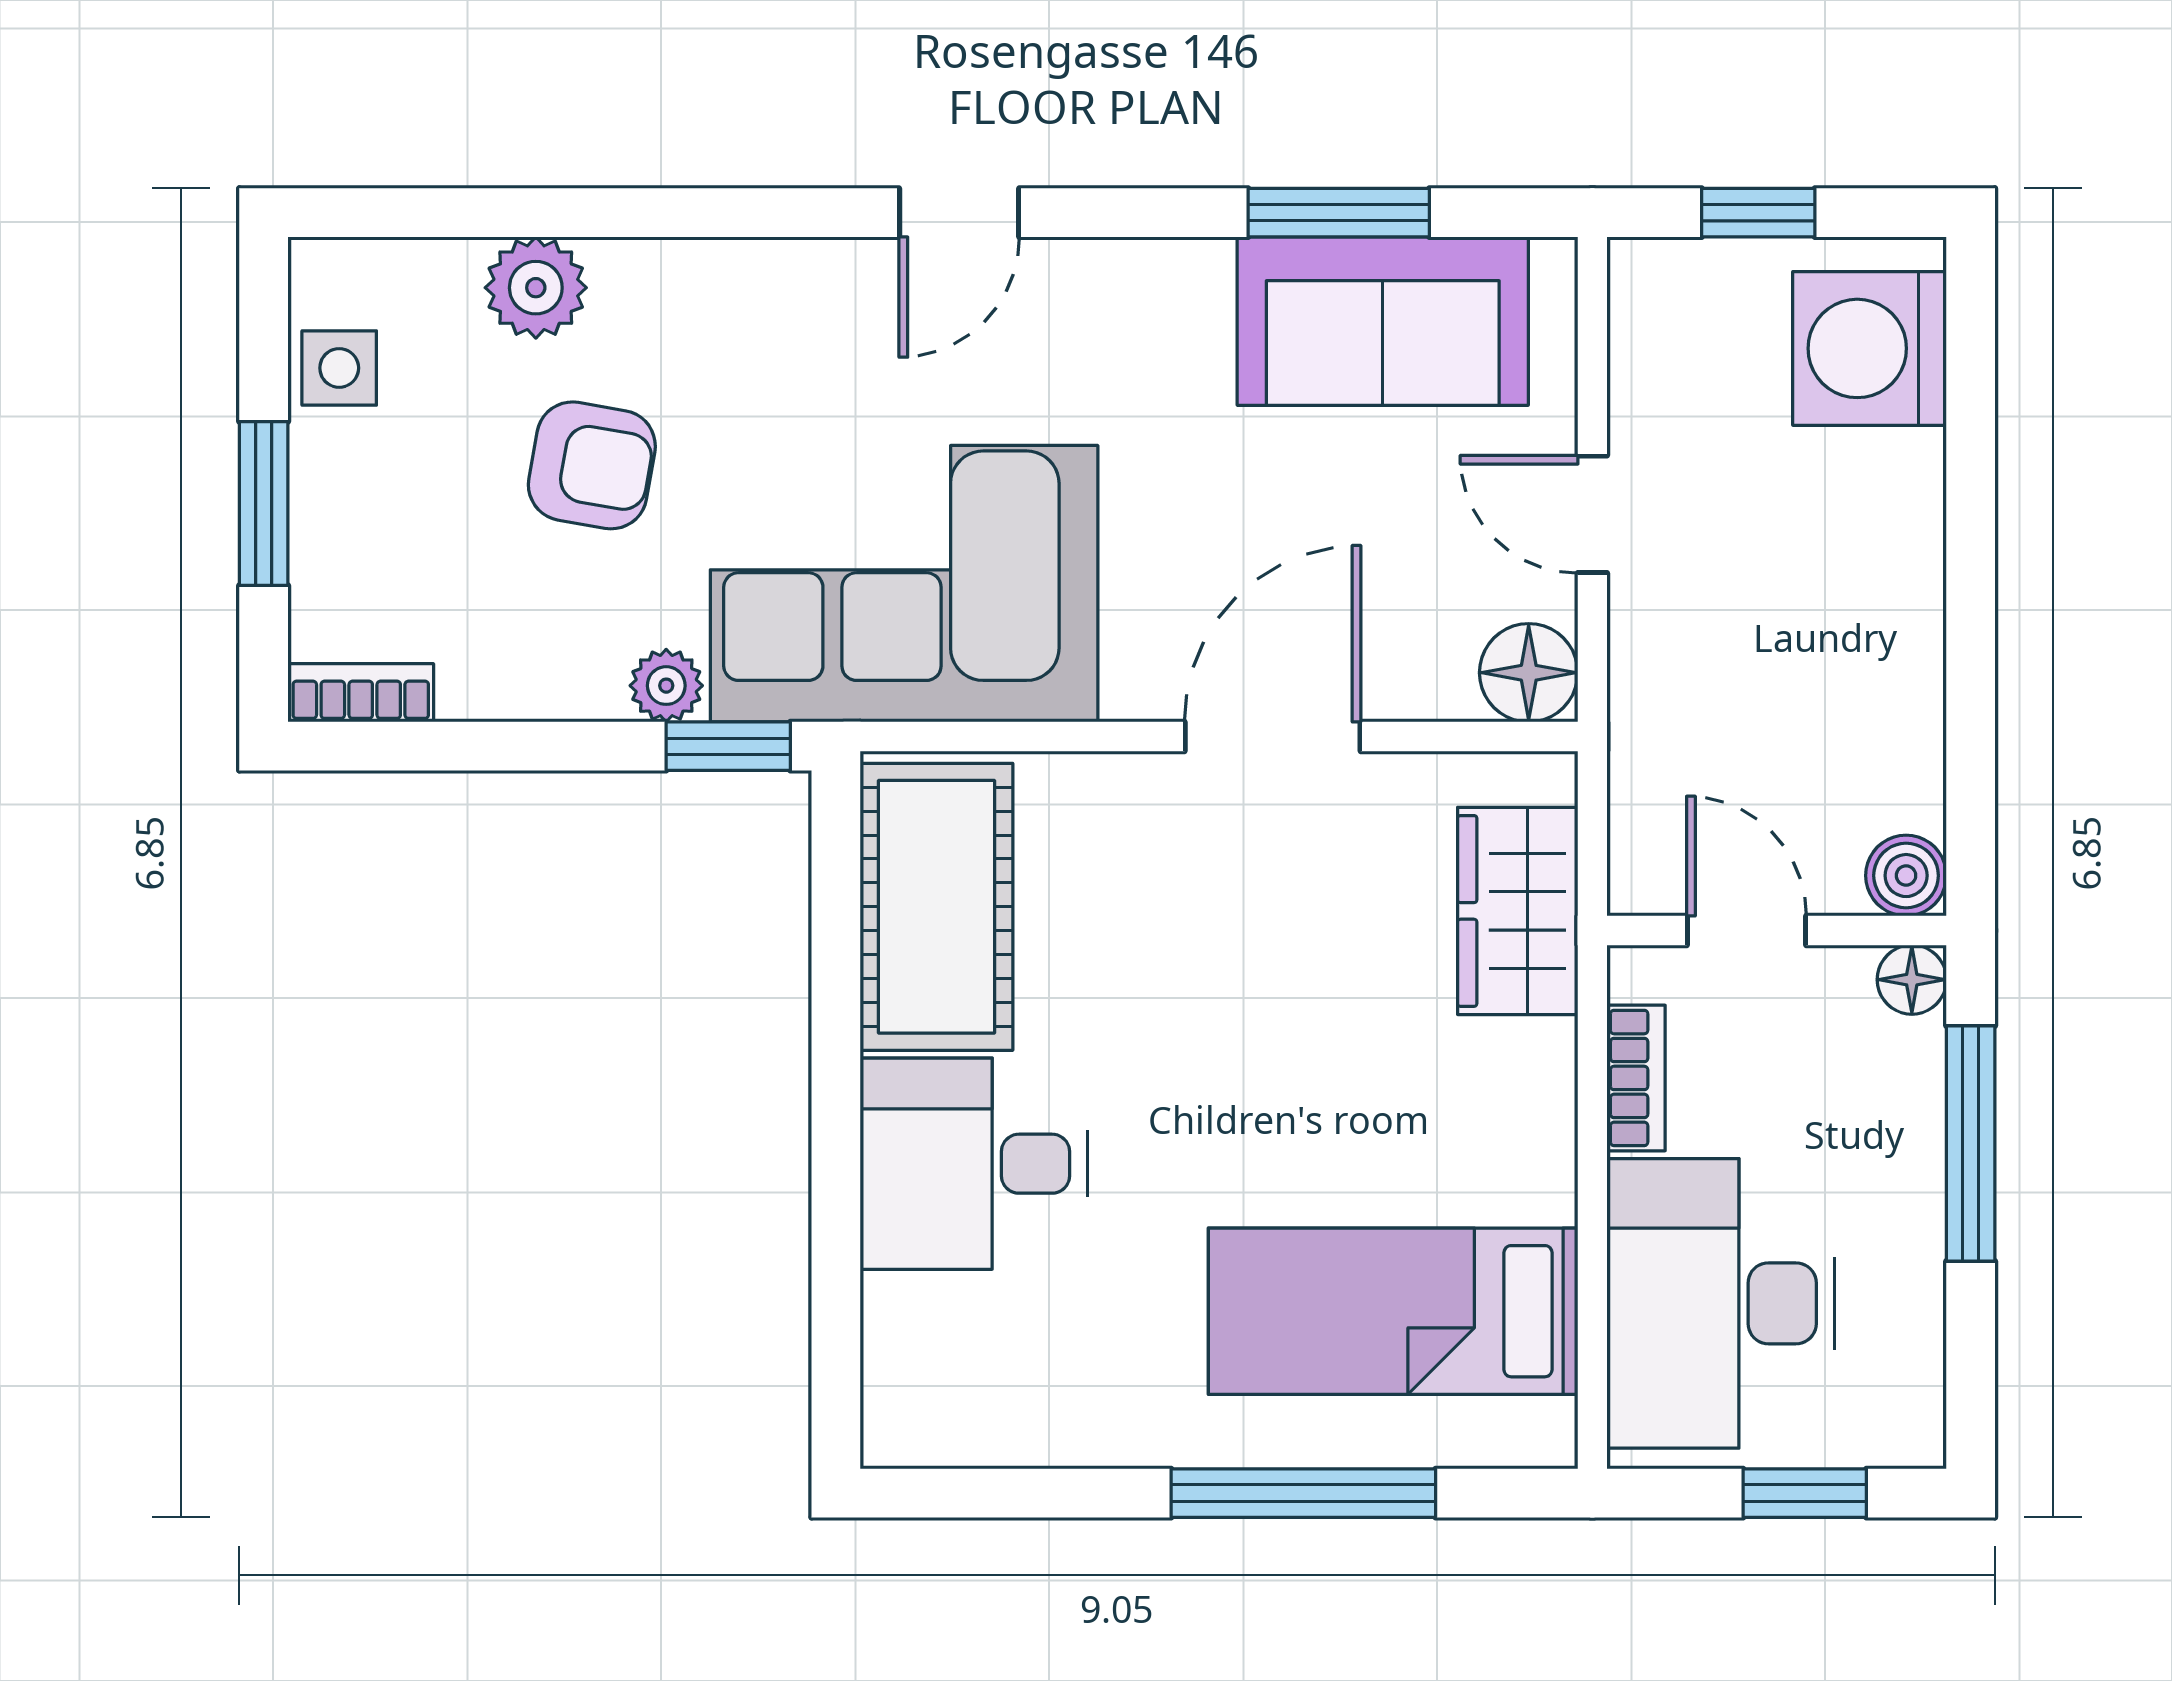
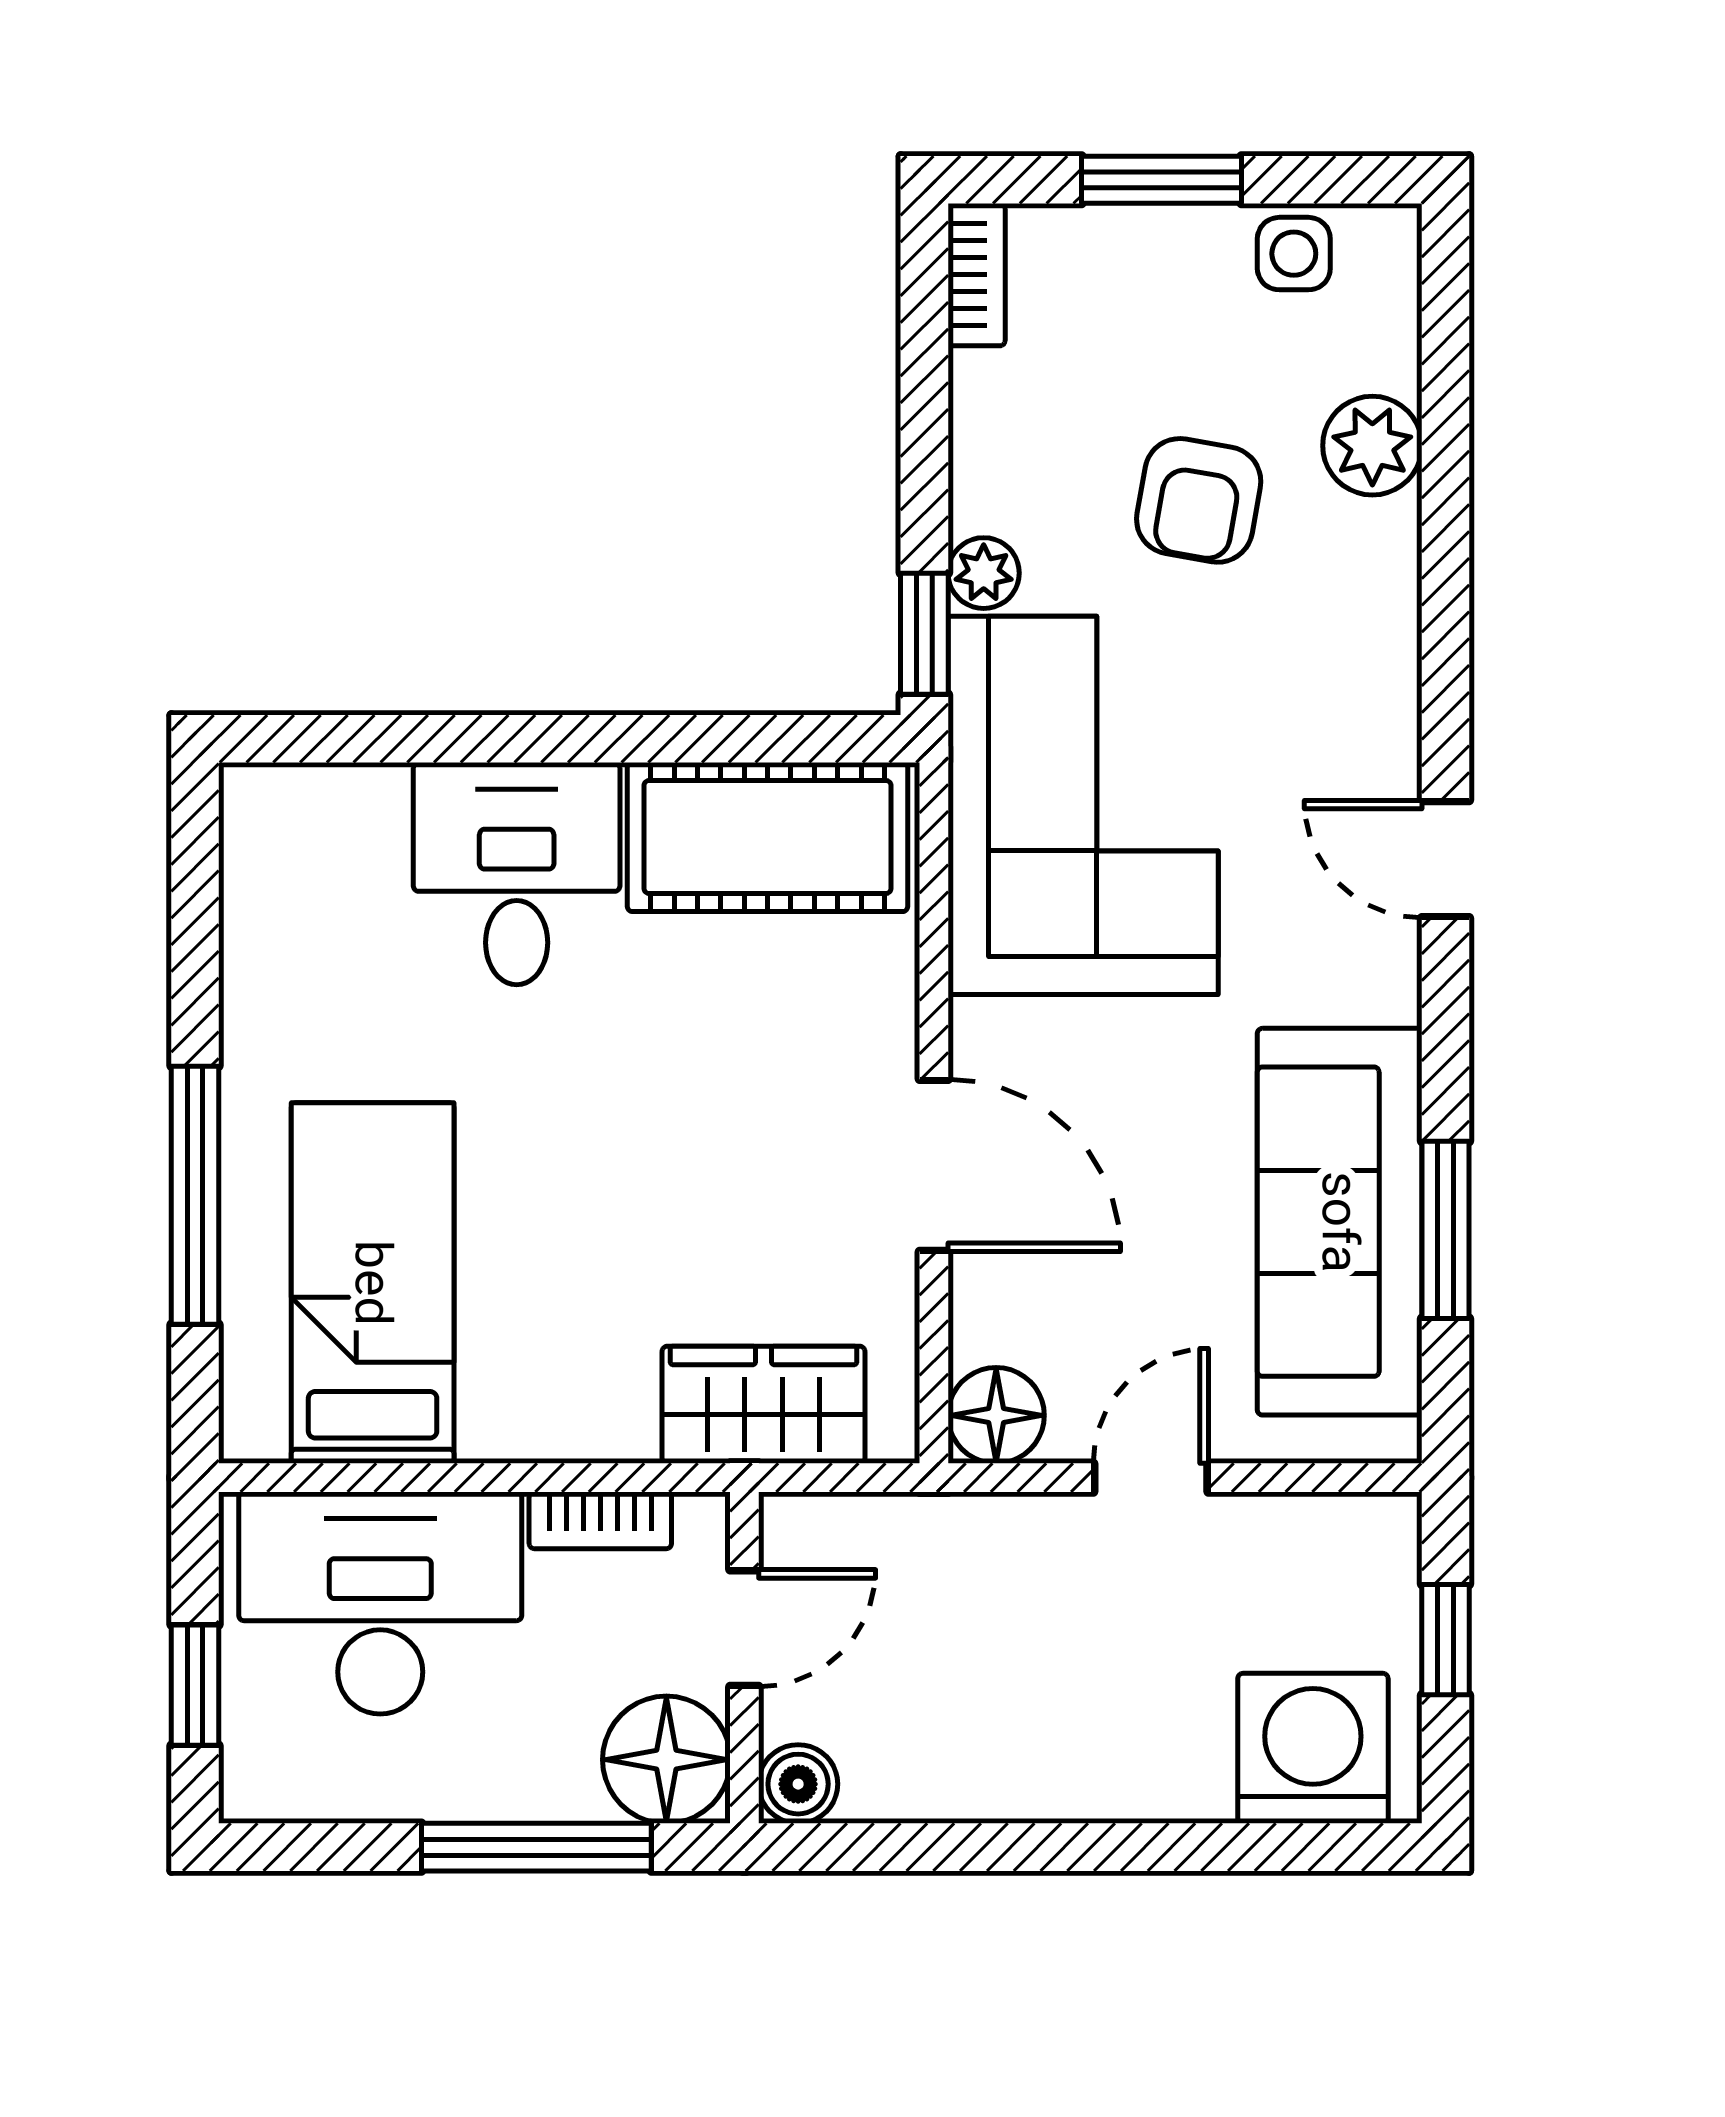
sofa: (1383, 321) -> (1340, 1222), width x1.36
floor lamp: (1912, 980) -> (666, 1760), width x1.89, depth x1.89

